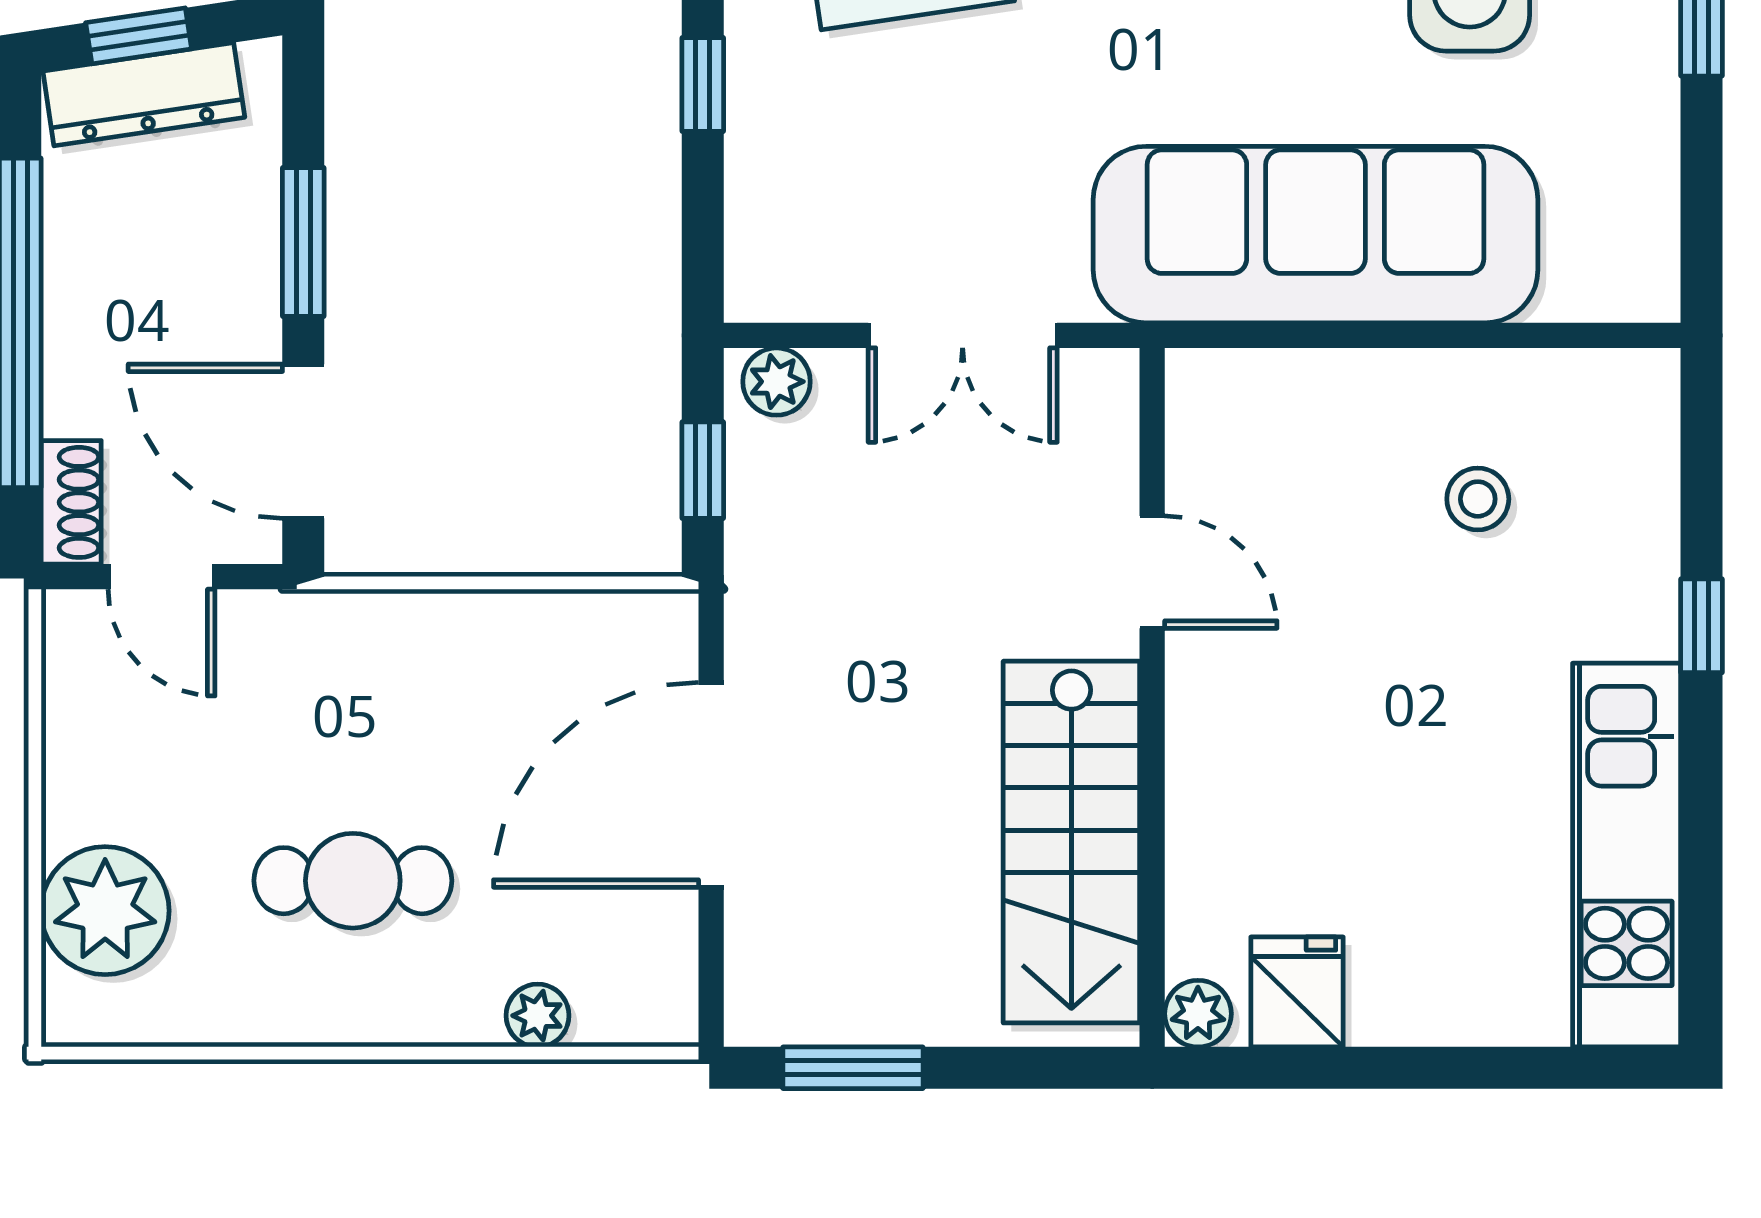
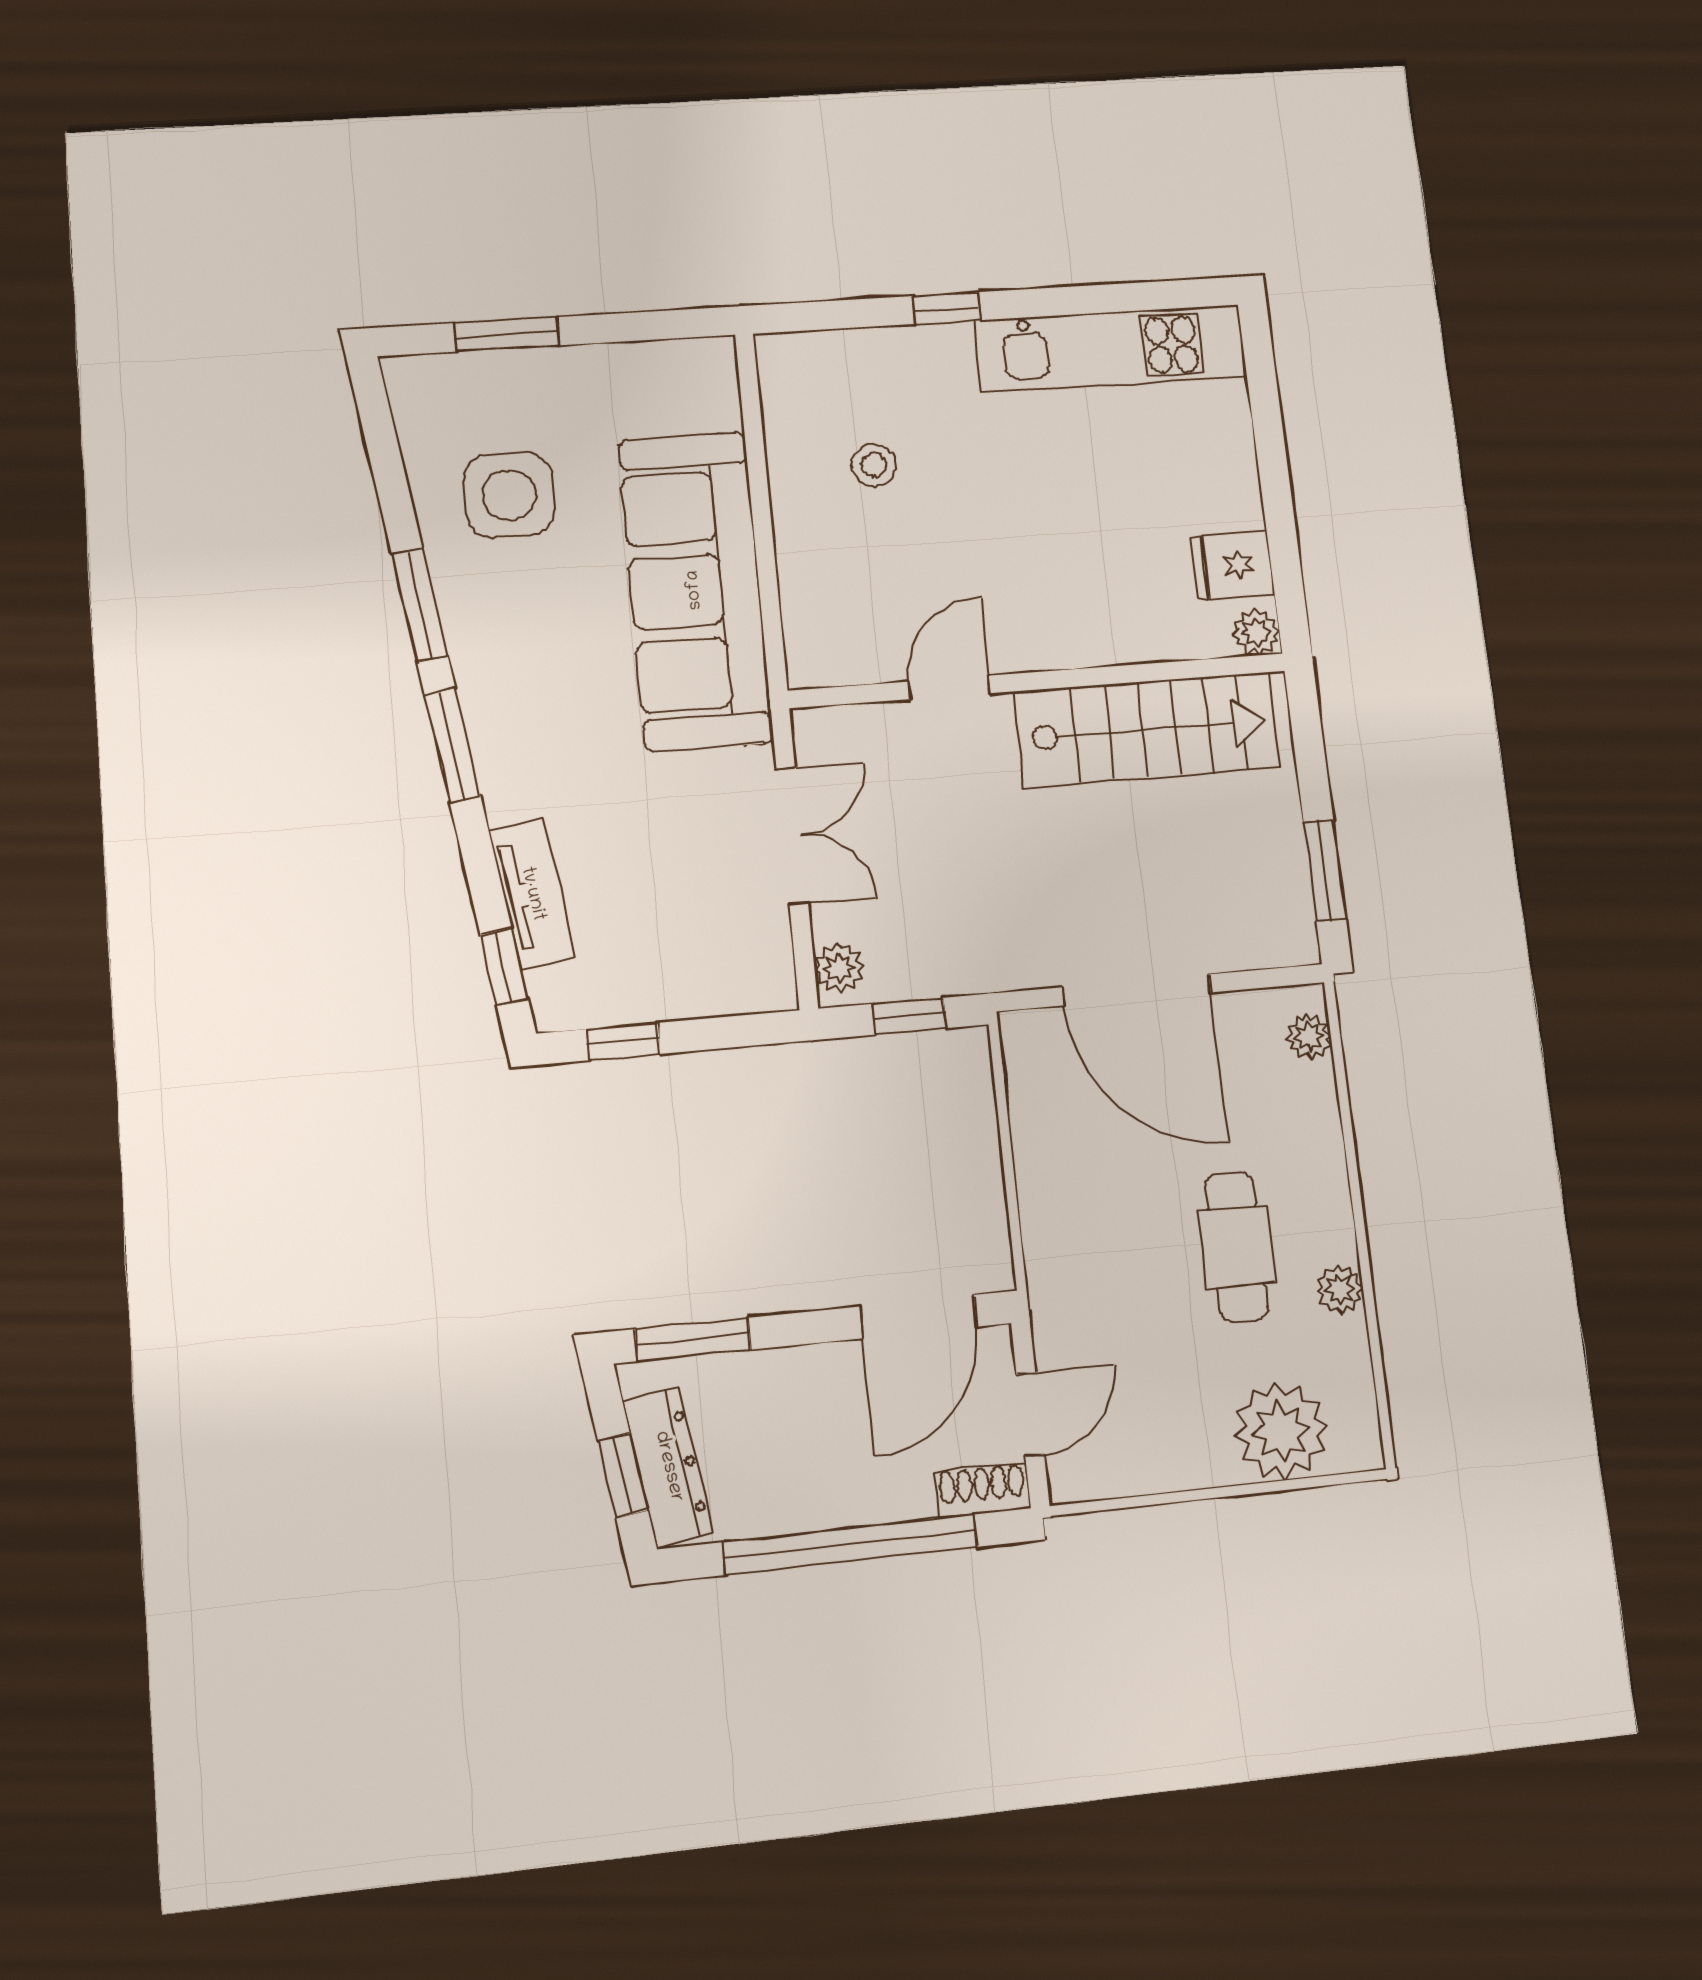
window: (303, 242) -> (693, 1339), moved
plant: (282, 1014) -> (1339, 1290), added
plant: (538, 1016) -> (1309, 1036), moved

